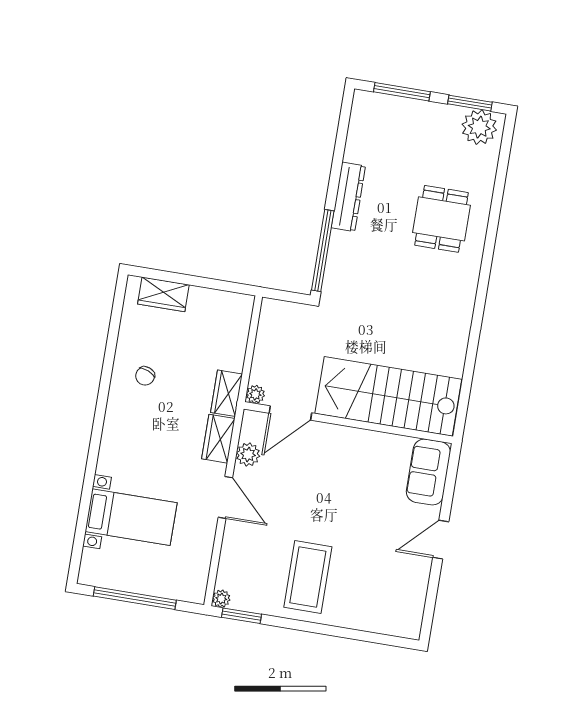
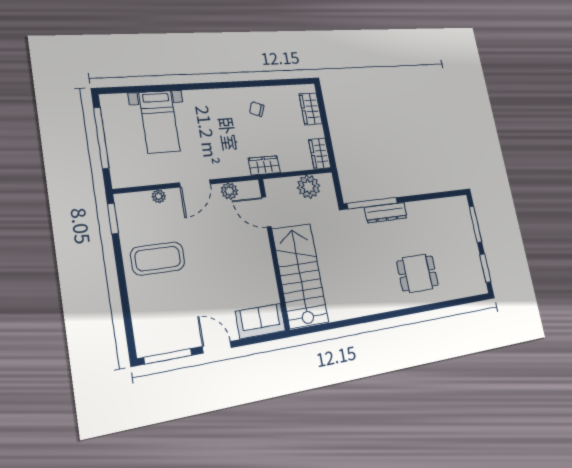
plant: (479, 127) -> (475, 279), removed
dresser: (348, 197) -> (386, 213), moved
plant: (255, 394) -> (309, 187), moved, width x1.87, depth x1.87
wardrobe: (218, 439) -> (320, 154), moved, turned -90
plant: (221, 599) -> (159, 196), moved
window: (430, 603) -> (168, 356), added

